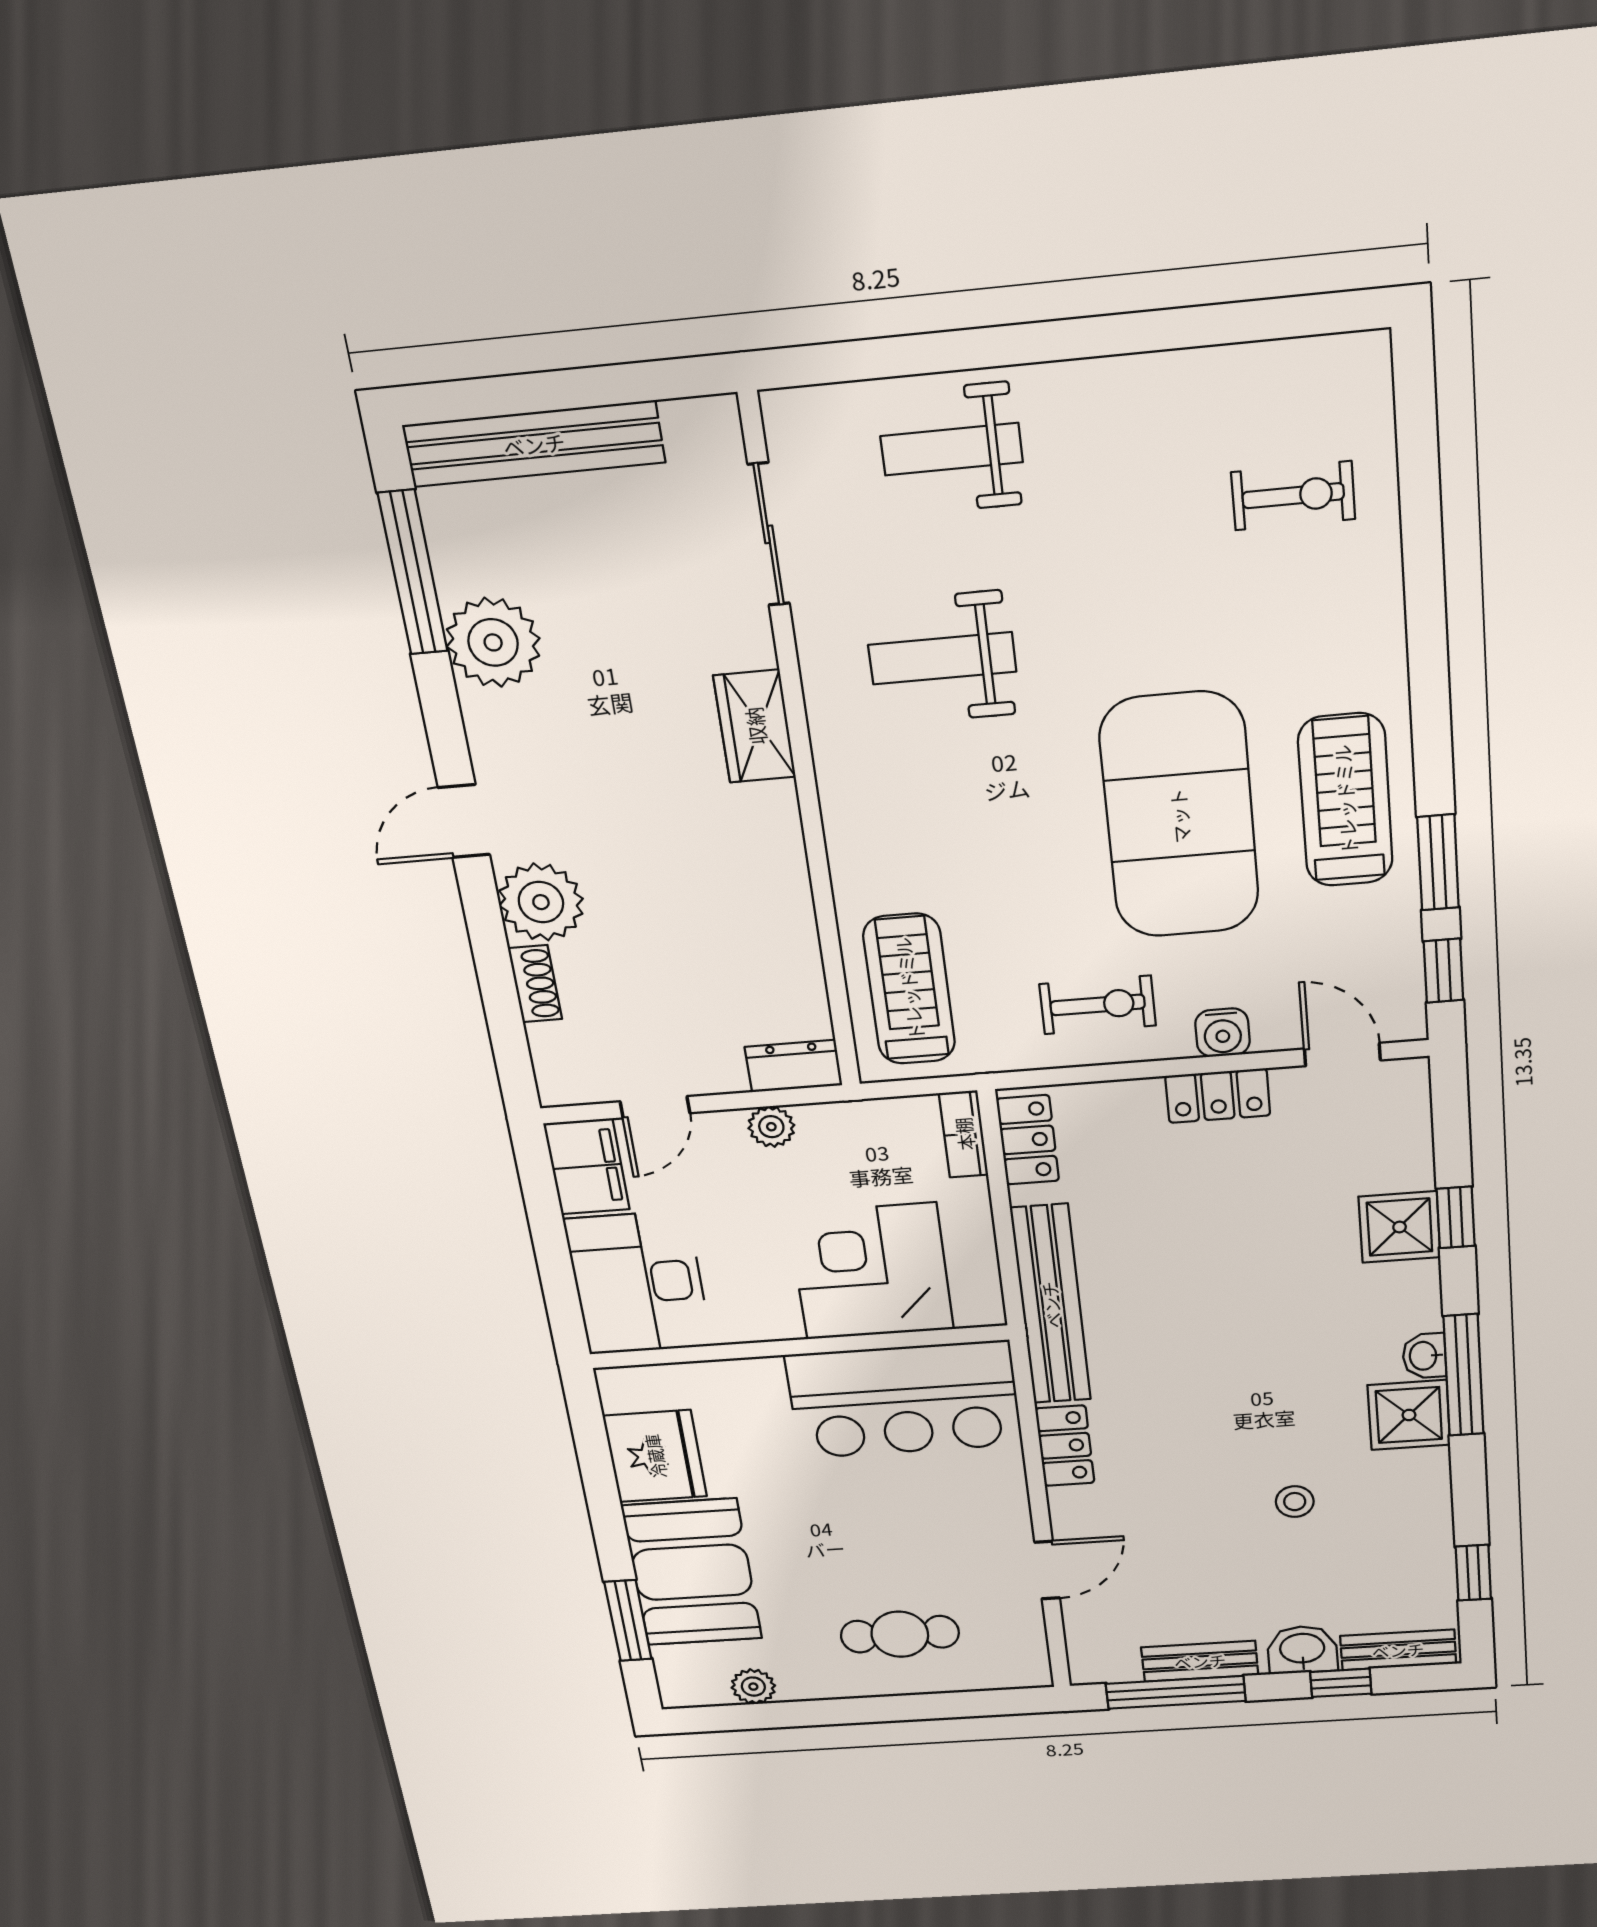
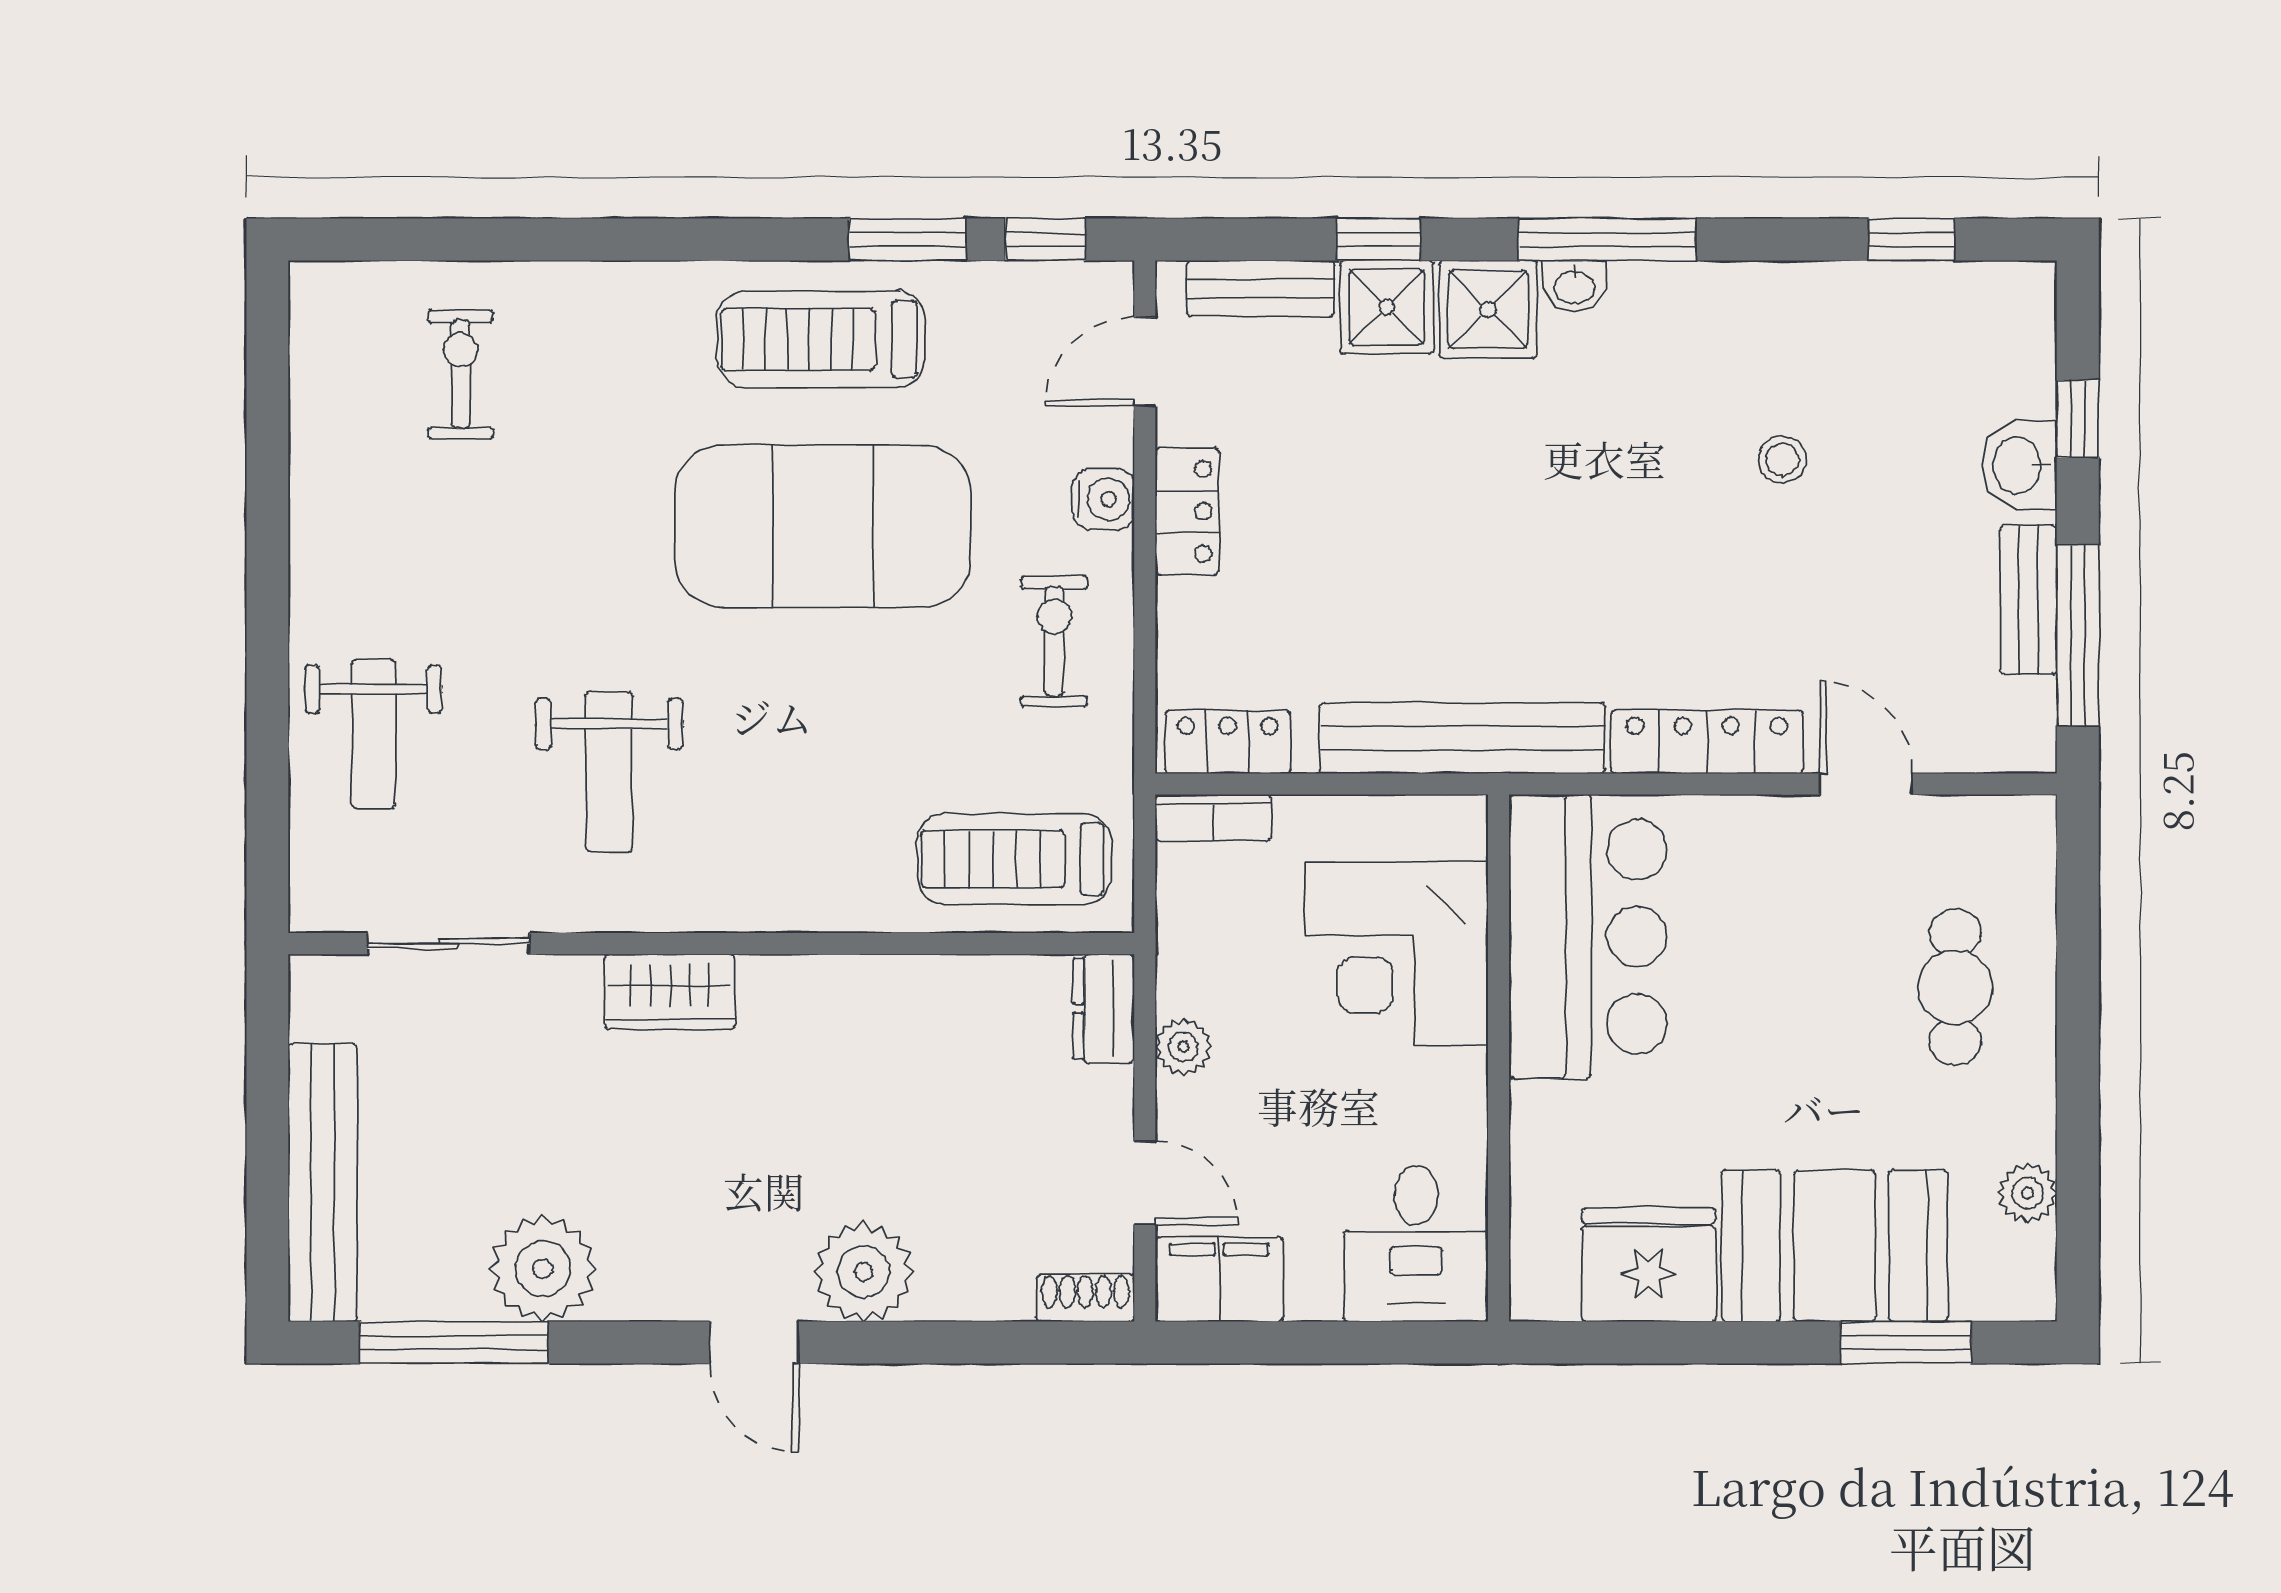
shoe rack: (535, 984) -> (1085, 1298), moved
desk: (638, 1283) -> (1416, 1244), width x0.73
shower: (1409, 1415) -> (1488, 309), moved
locker: (1065, 1446) -> (1707, 742), width x1.53
bench: (1398, 1650) -> (1260, 289), moved, turned 90

